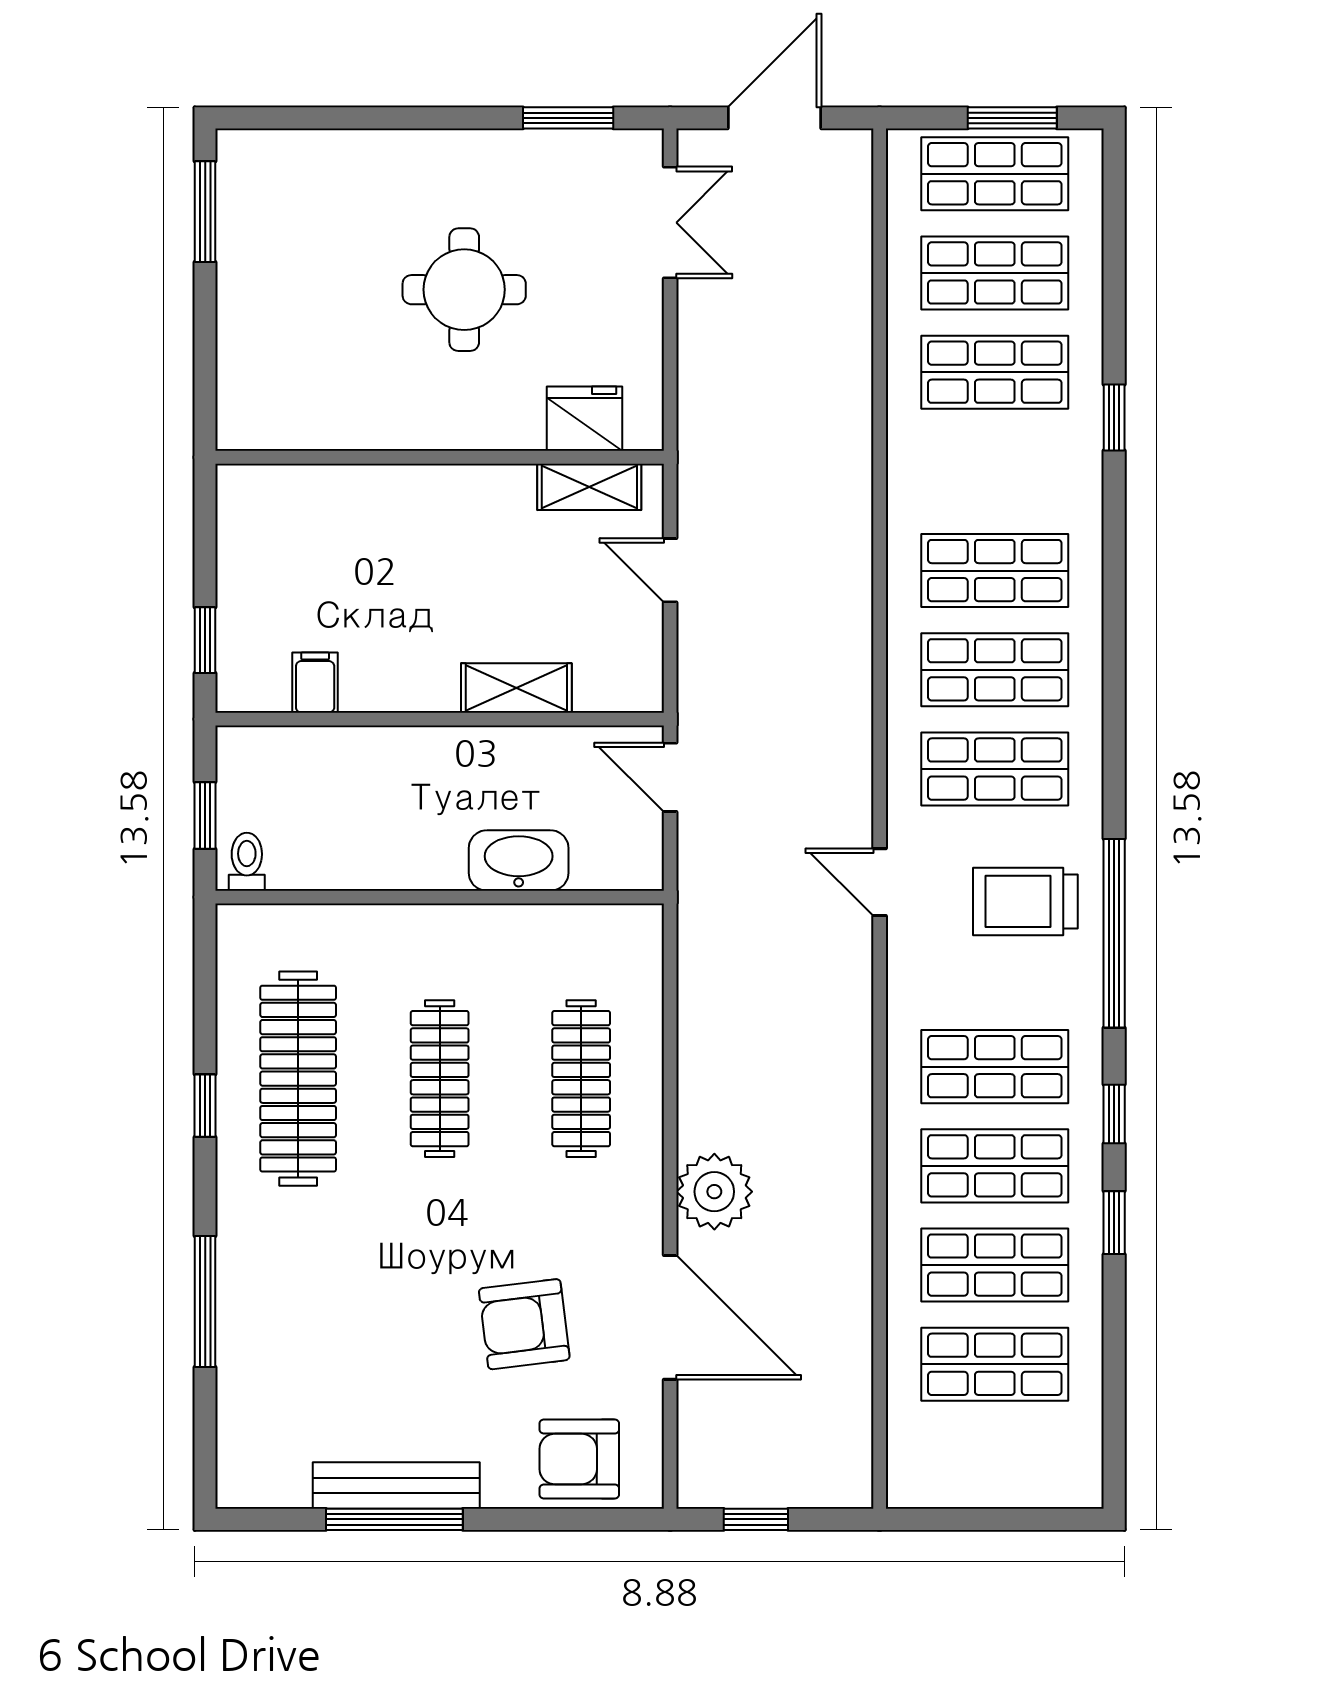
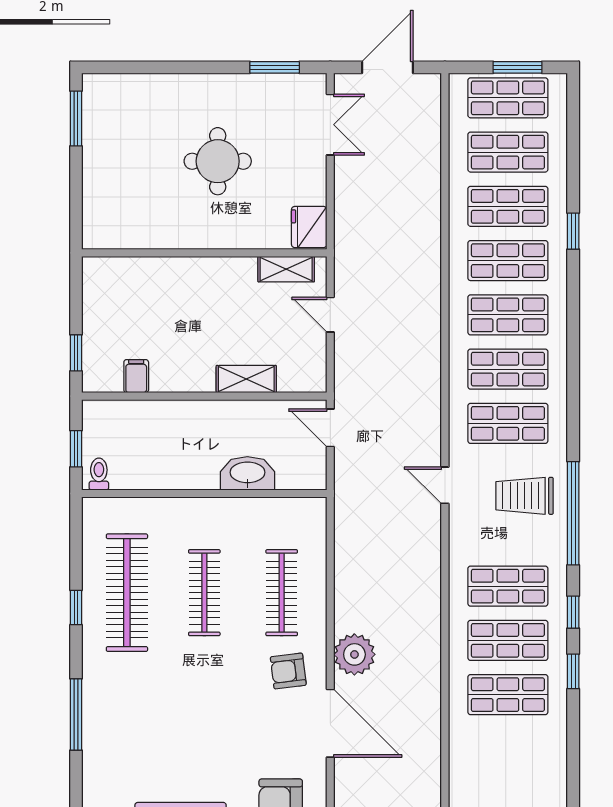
fridge: (585, 419) -> (309, 227), moved, turned -90
armchair: (524, 1324) -> (288, 671), moved, width x0.72, depth x0.72
shop shelf: (995, 1364) -> (508, 261), moved

